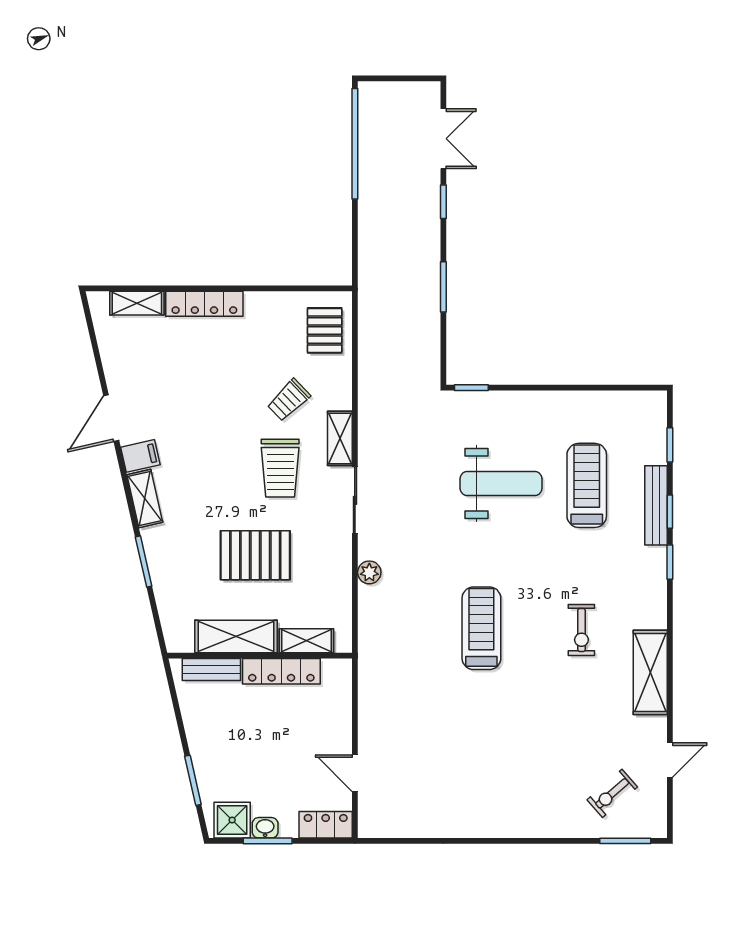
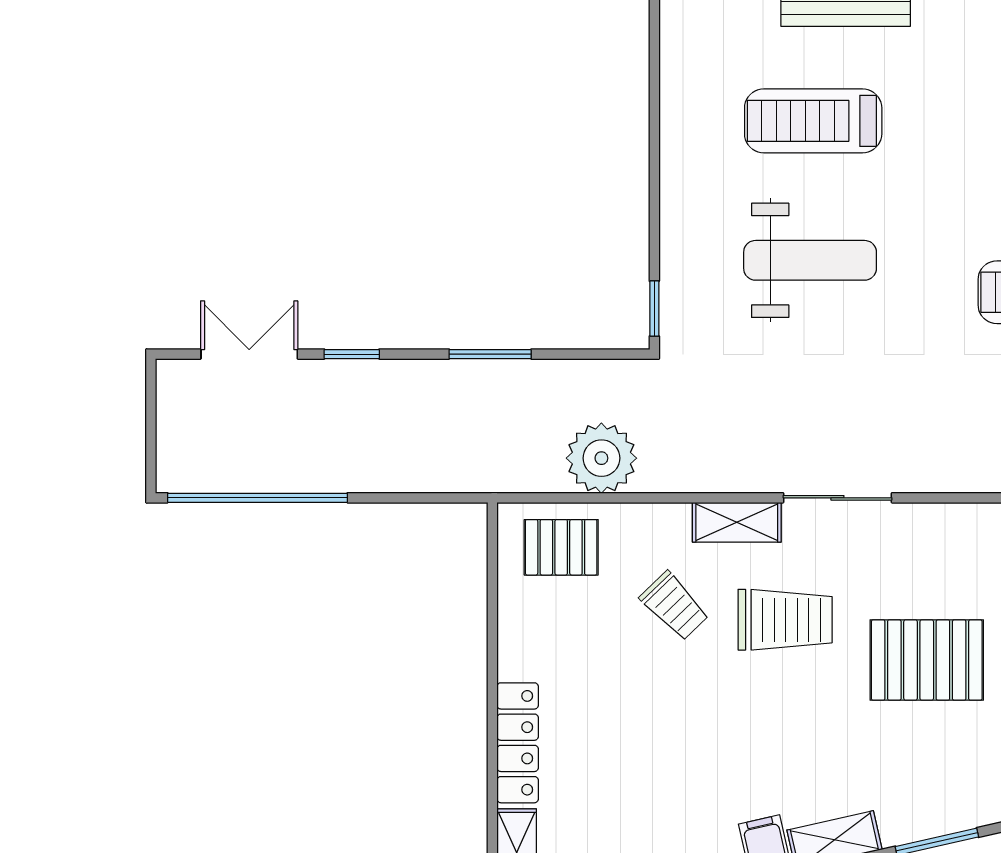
weight bench: (501, 483) -> (810, 260), turned 90
pallet: (255, 555) -> (927, 660), turned 90
plant: (369, 572) -> (601, 458), moved, width x1.88, depth x1.88

